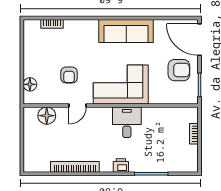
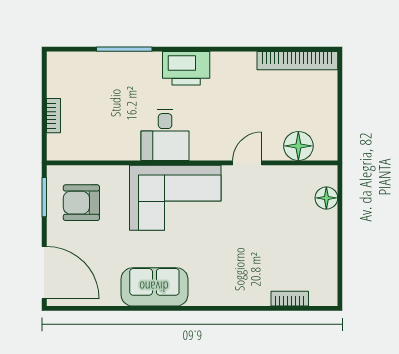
sofa: (126, 31) -> (154, 287), width x0.73
armchair: (179, 70) -> (81, 203), moved
armchair: (69, 75) -> (261, 214), removed
printer: (121, 166) -> (186, 68), width x1.87, depth x1.48
bookcase: (75, 167) -> (297, 61), moved

